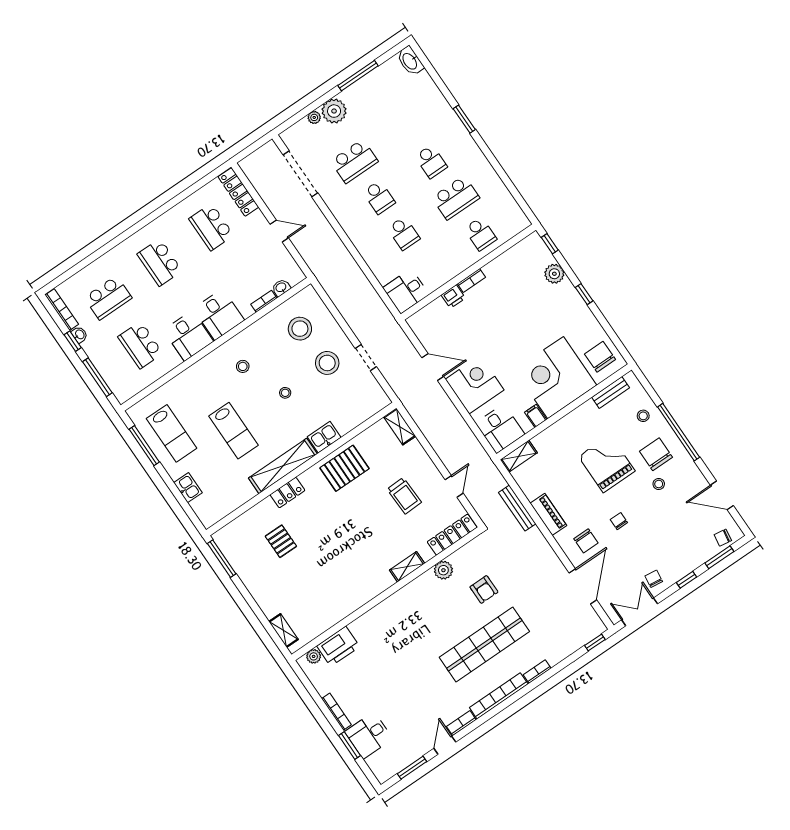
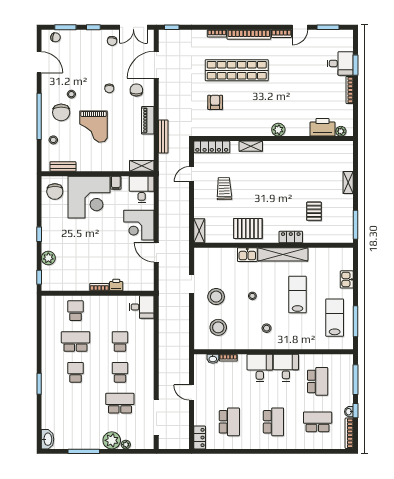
locker: (238, 192) -> (200, 438), width x0.66
plant: (443, 570) -> (278, 130), moved
shelving: (283, 630) -> (348, 183), moved

